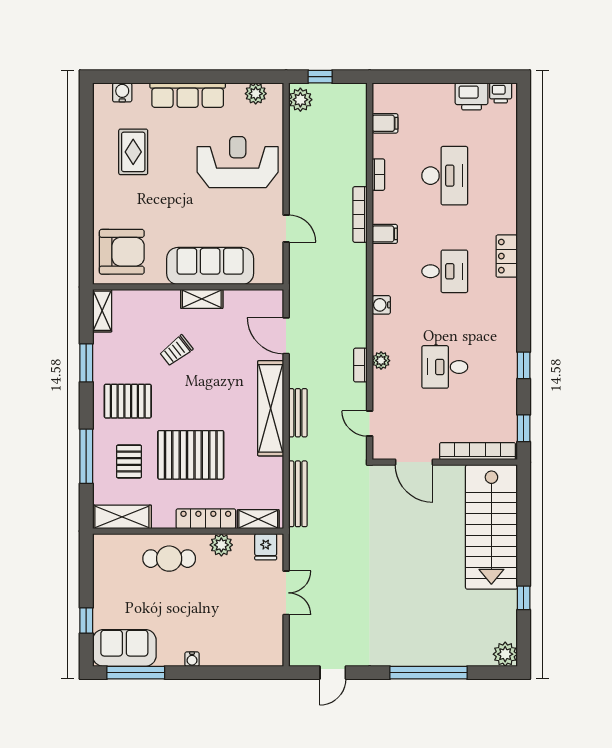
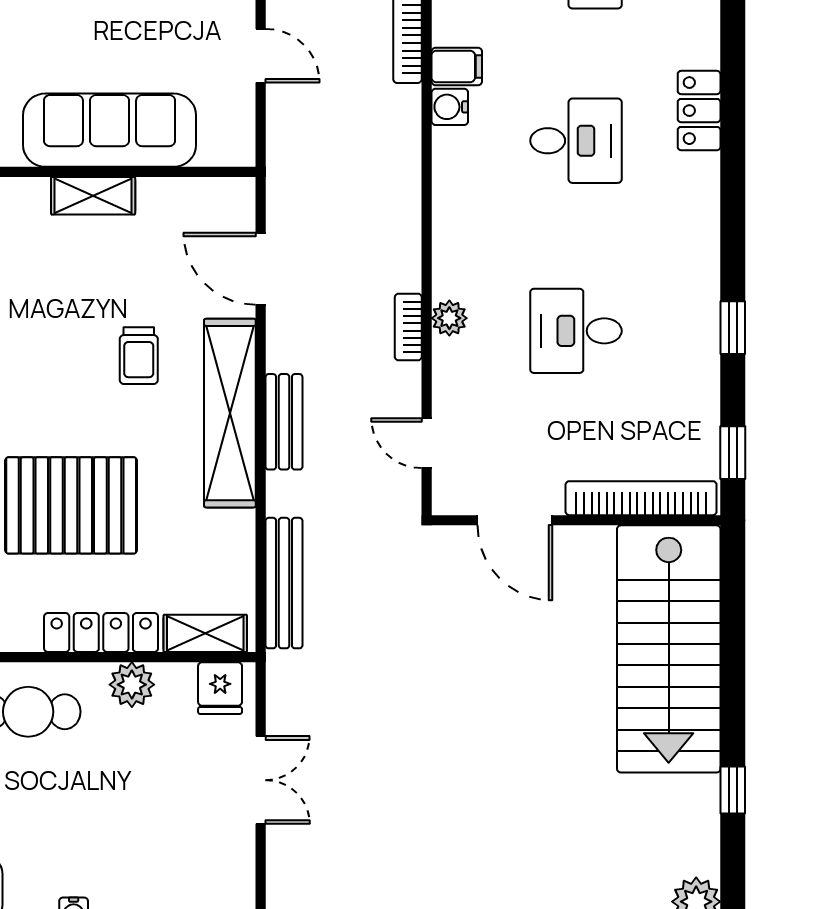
water cooler: (381, 305) -> (450, 107), moved
trolley: (176, 351) -> (139, 356), moved, turned -52

